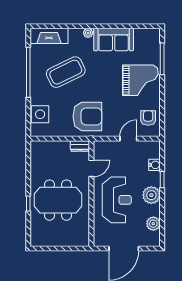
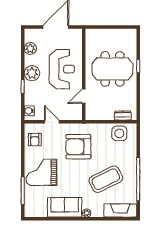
side table: (40, 114) -> (119, 133), moved
armchair: (87, 116) -> (78, 147), moved
door: (128, 139) -> (52, 122), swing flipped
dresser: (80, 146) -> (123, 116), moved
water cooler: (155, 165) -> (29, 111), moved
reception desk: (117, 200) -> (62, 69), turned 180

